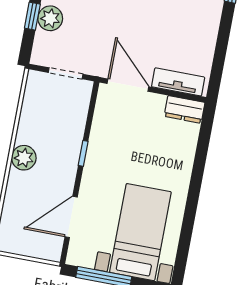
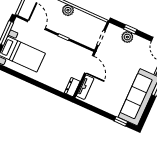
door: (128, 85) -> (89, 64), hinge flipped

